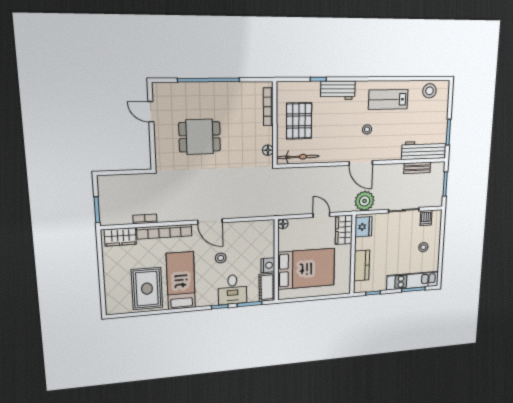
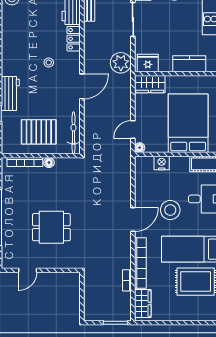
lab bench: (388, 99) -> (20, 41), removed
dining table: (200, 137) -> (51, 227), turned 90
floor lamp: (268, 150) -> (49, 163), moved
locker: (389, 154) -> (74, 39), added
door: (361, 163) -> (82, 86), moved
door: (321, 215) -> (133, 129), moved
stool: (221, 258) -> (170, 210), width x1.89, depth x1.89
nightstand: (268, 265) -> (162, 163), moved

